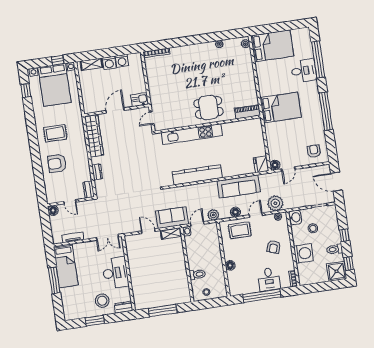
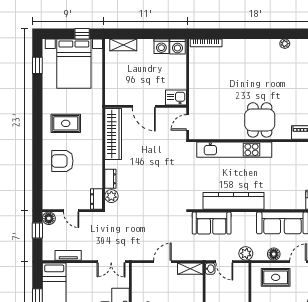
washing machine: (109, 63) -> (177, 46), moved
dining table: (208, 108) -> (260, 120), turned 90
door: (115, 110) -> (144, 106), swing flipped
plant: (100, 185) -> (111, 196), added
sofa: (172, 218) -> (212, 223), moved, turned 180
window: (45, 221) -> (37, 230), added
door: (197, 224) -> (224, 262), swing flipped
door: (148, 231) -> (162, 262), hinge flipped

